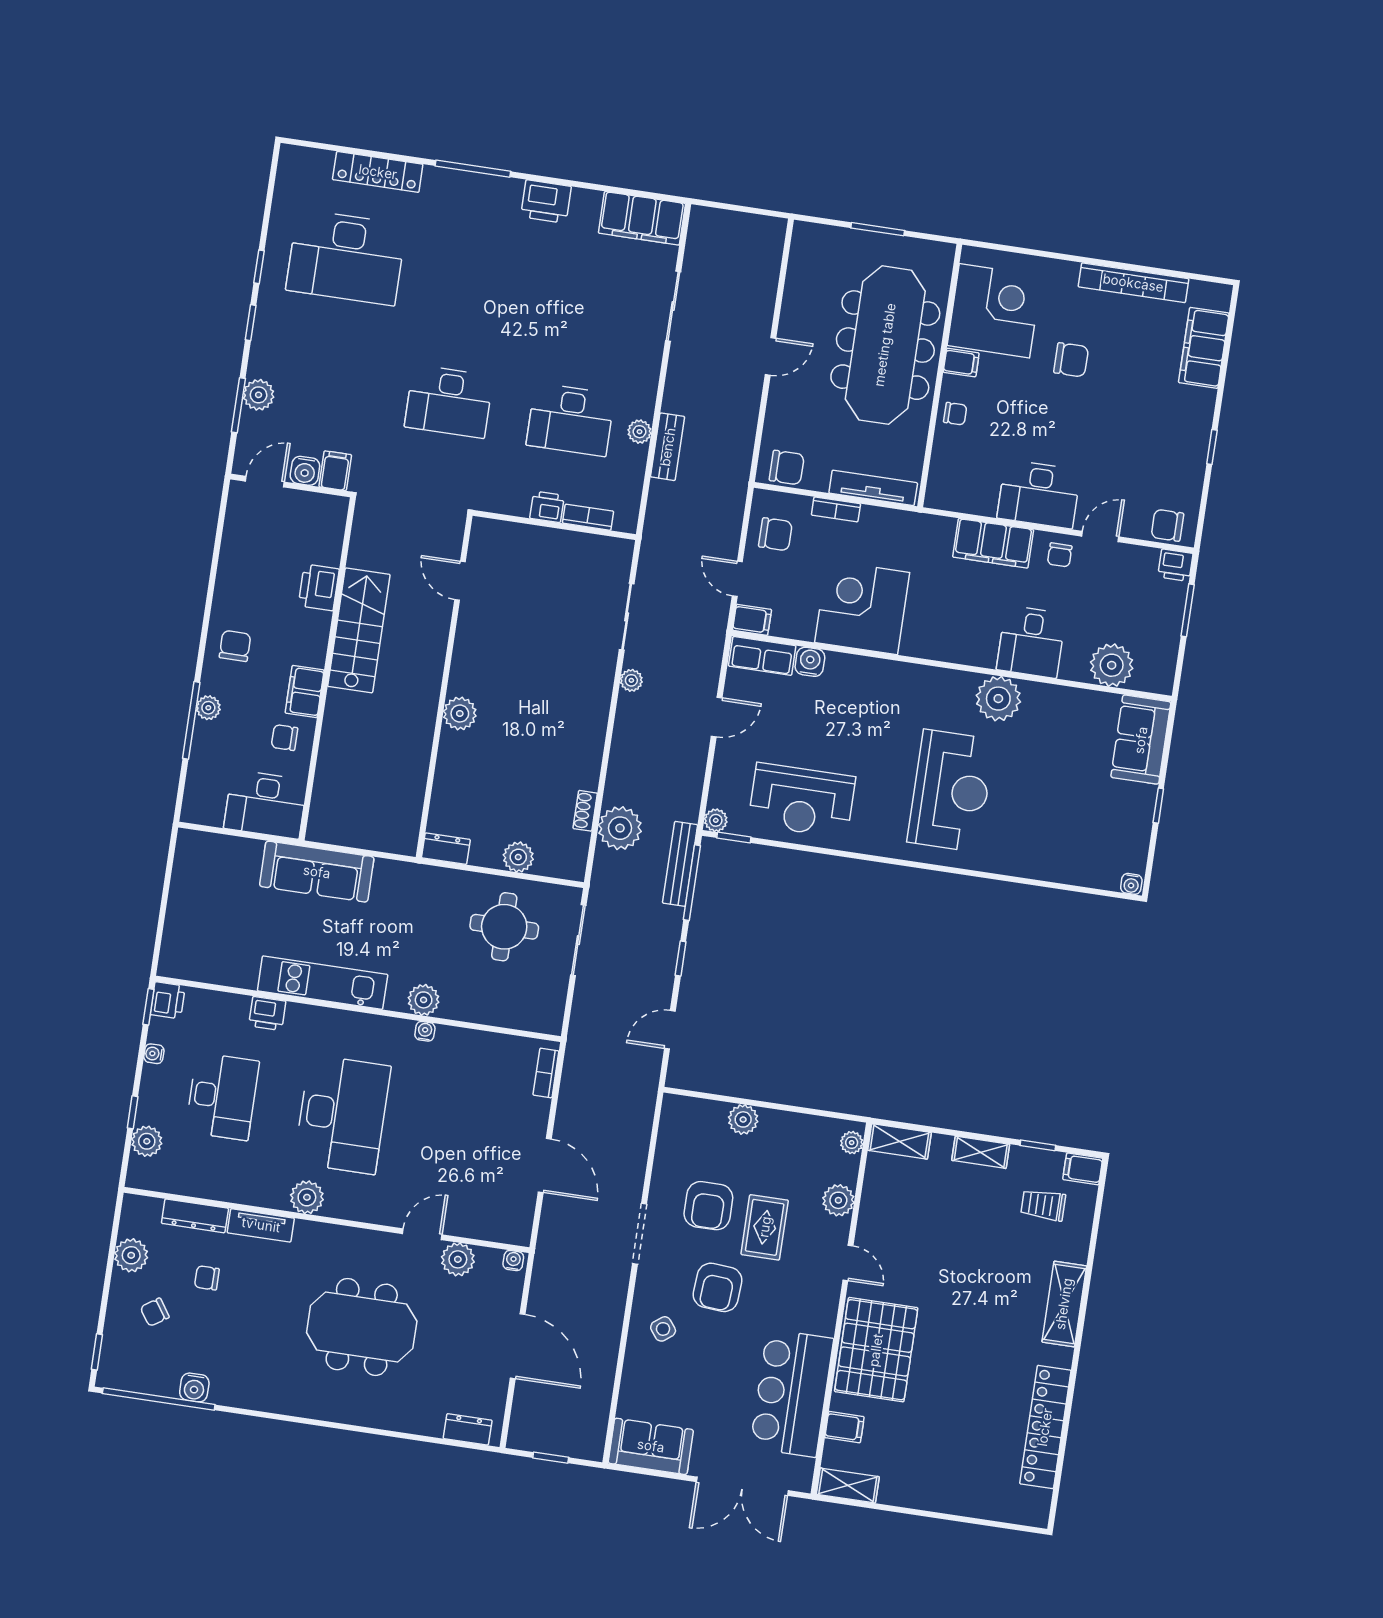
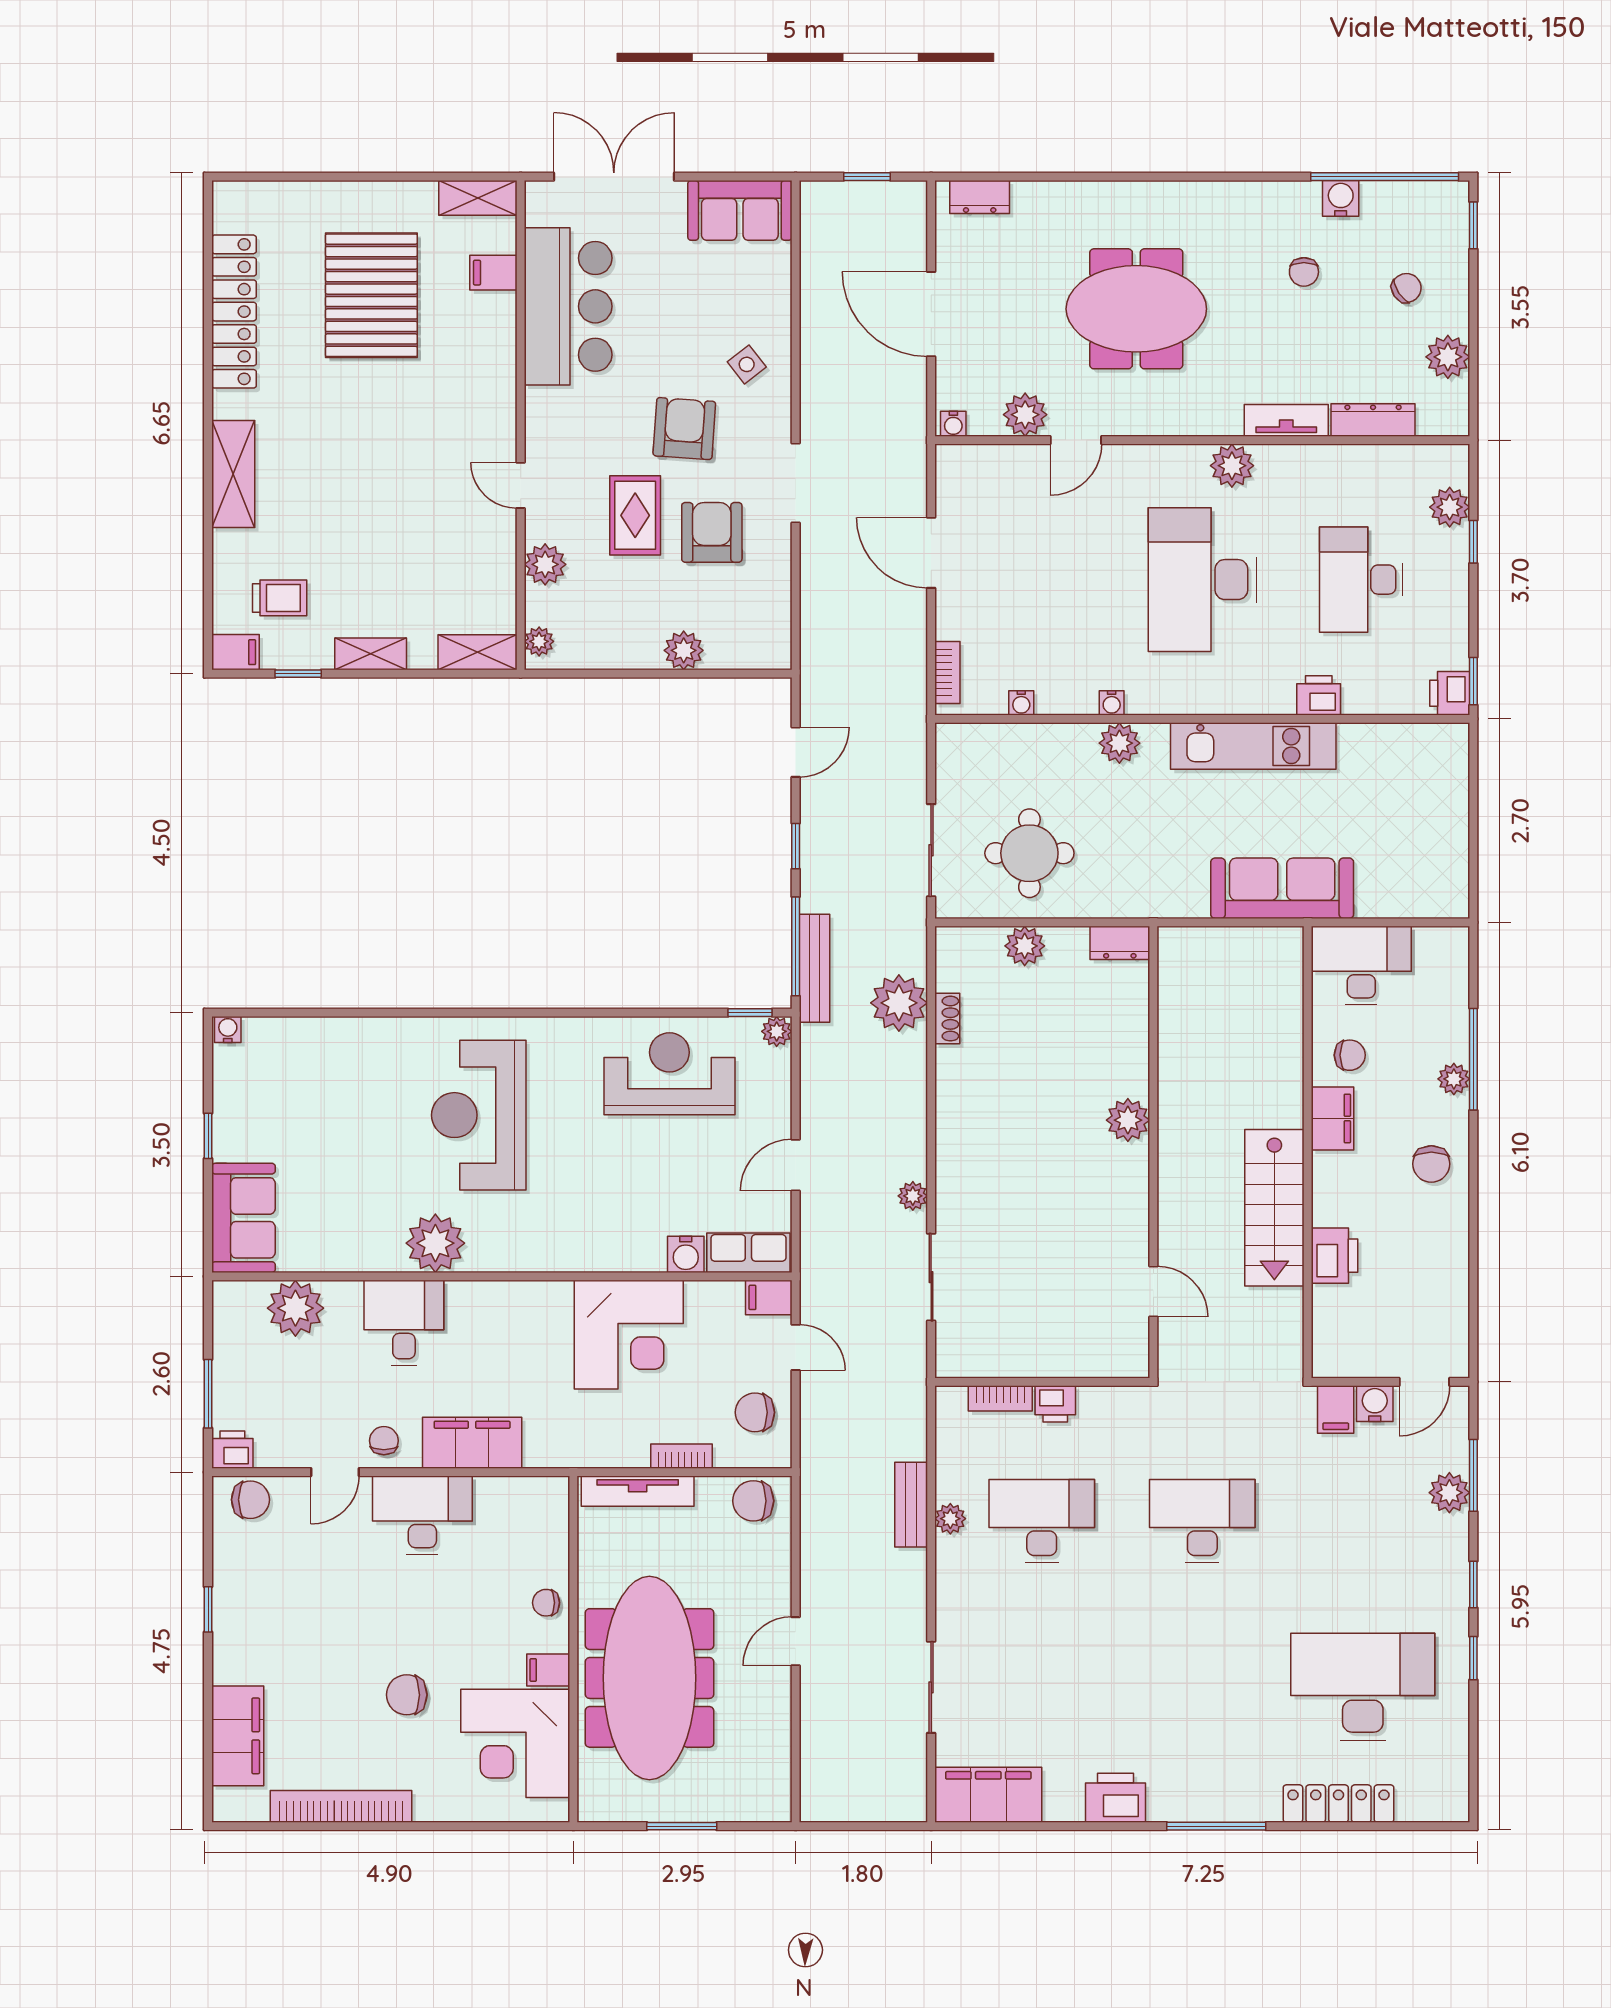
water cooler: (154, 1054) -> (1021, 703), moved, turned 90
chair: (207, 1278) -> (1304, 272), moved, turned 90
pallet: (876, 1350) -> (371, 295), moved

